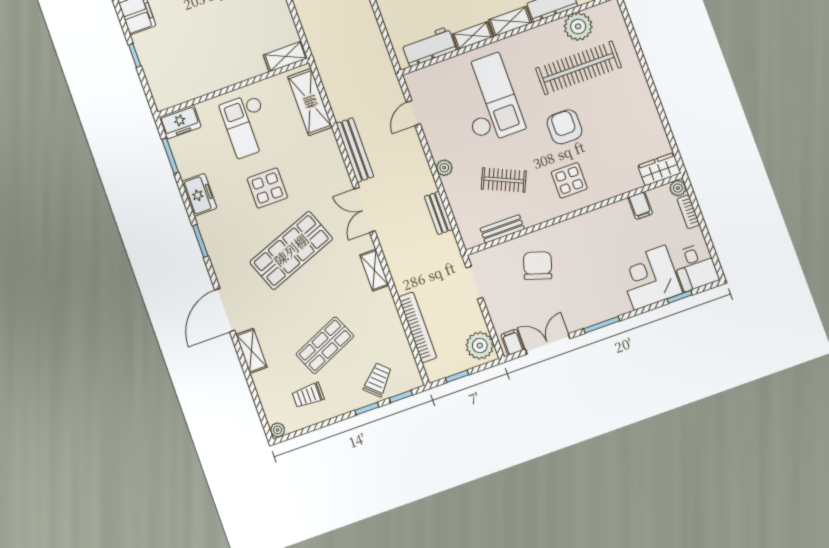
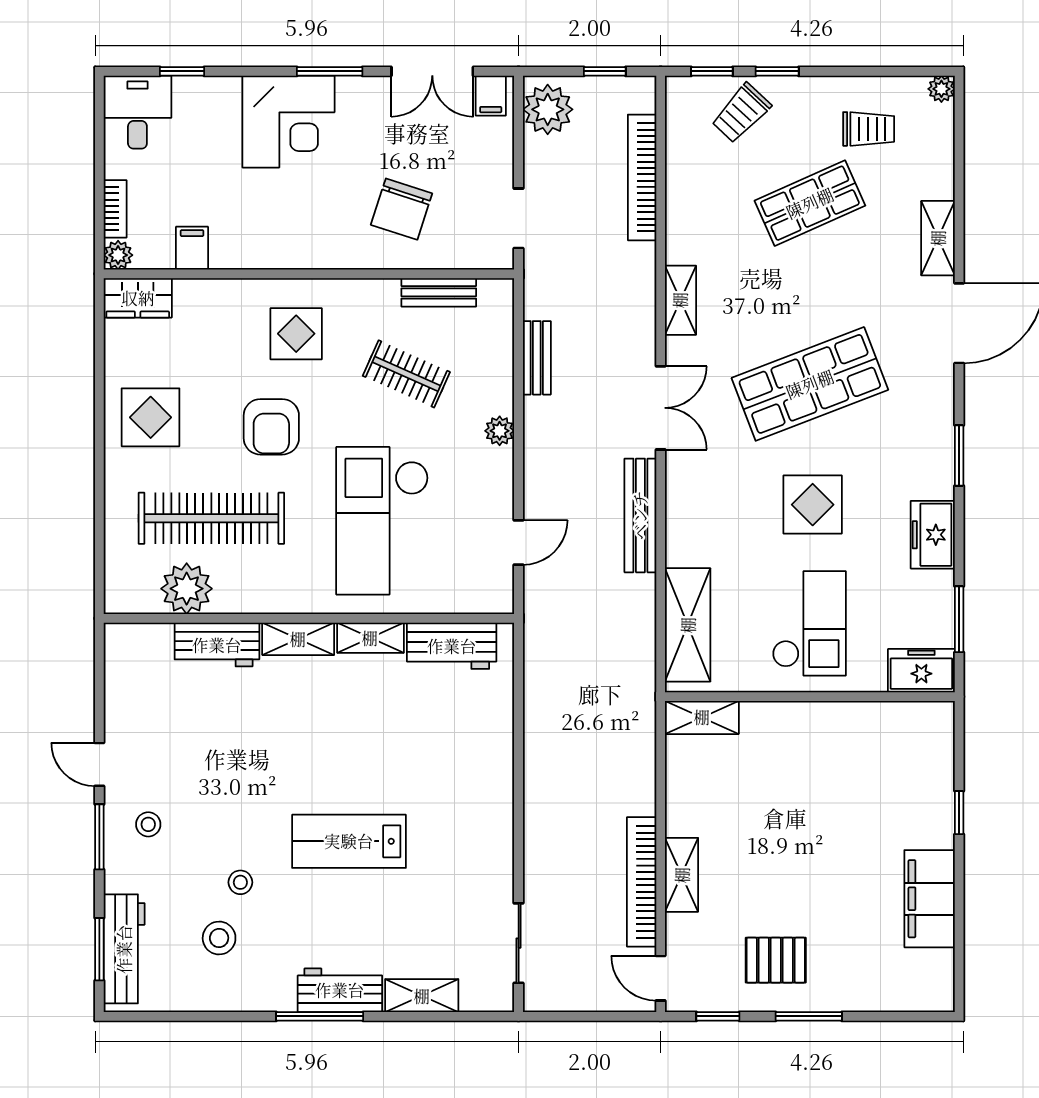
display table: (630, 109) -> (151, 417), added
corner desk: (650, 278) -> (288, 122), moved

